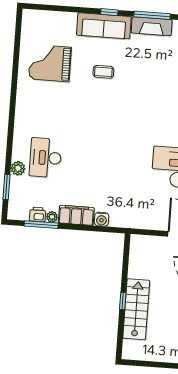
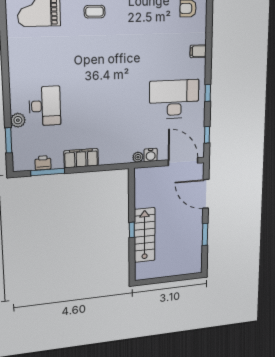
desk: (46, 158) -> (45, 106), turned 180
plant: (52, 217) -> (138, 157), moved
water cooler: (102, 219) -> (151, 155), moved

